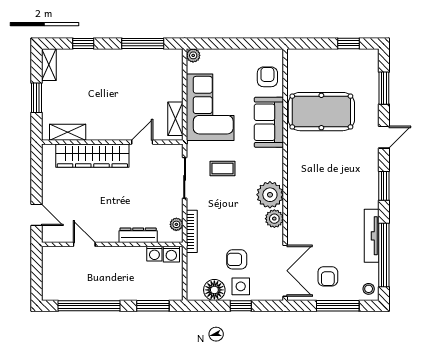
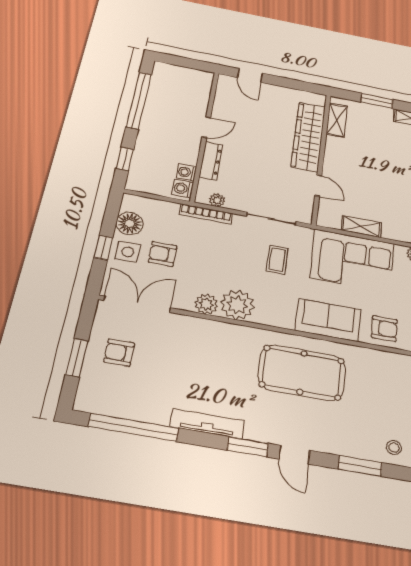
pool table: (321, 112) -> (302, 373), moved, turned 90
shelving: (175, 119) -> (361, 226), moved
window: (384, 186) -> (248, 447), moved
door: (36, 215) -> (250, 75), hinge flipped
tv unit: (372, 236) -> (207, 424), moved
door: (84, 244) -> (206, 127), moved
armchair: (237, 259) -> (163, 254), turned -90
double door: (285, 271) -> (137, 304), swing flipped
stool: (369, 289) -> (394, 448), moved
window: (153, 306) -> (125, 159), width x0.67
window: (338, 306) -> (77, 358), width x0.69

